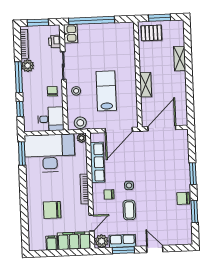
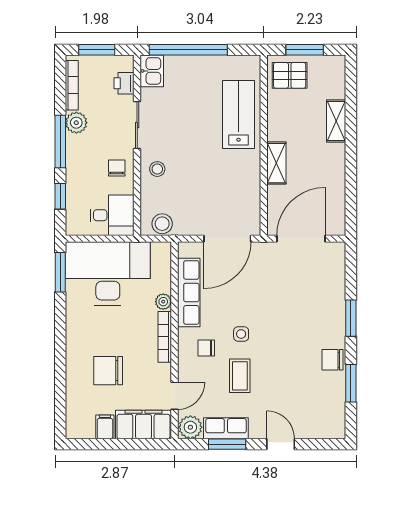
lab bench: (106, 91) -> (238, 114), moved
plant: (82, 138) -> (163, 302), moved

